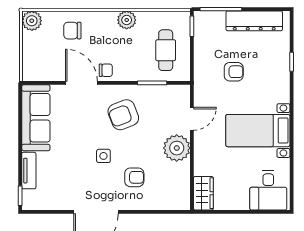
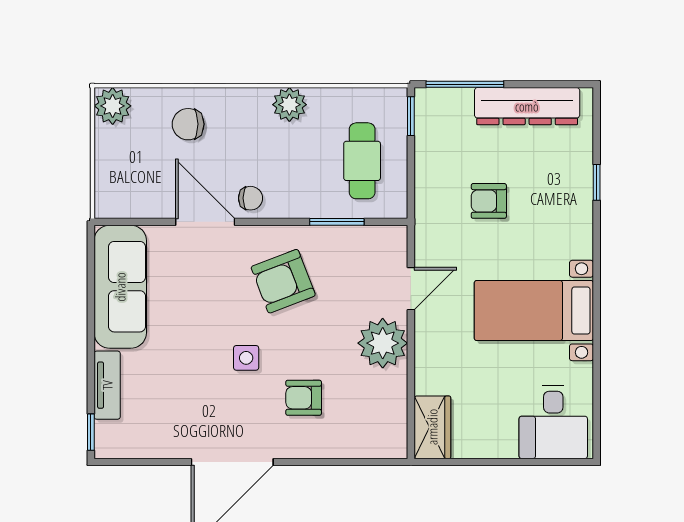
armchair: (234, 72) -> (489, 201), turned 180
armchair: (134, 177) -> (304, 398), turned 180

